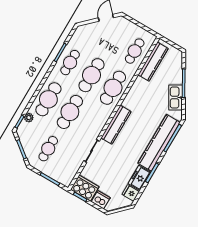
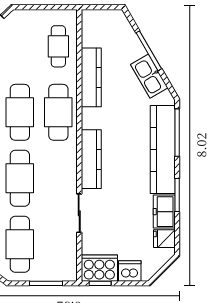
kitchen counter: (153, 62) -> (91, 77), moved
cafe table: (48, 149) -> (20, 244), width x1.37, depth x1.35

